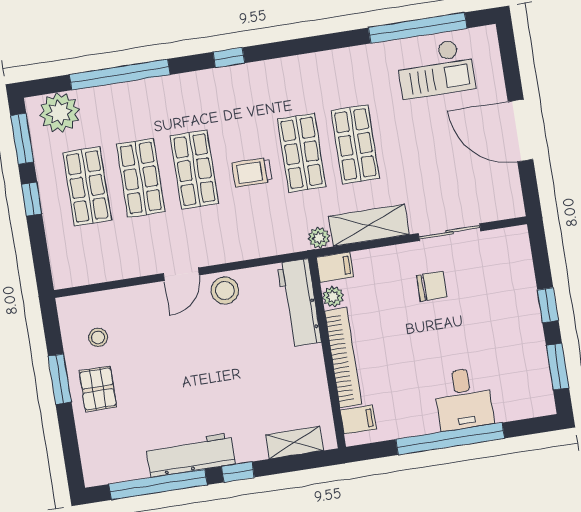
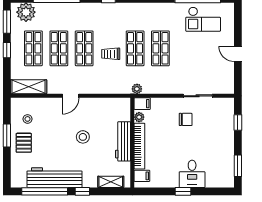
door: (520, 131) -> (238, 54), width x0.53
shelving: (369, 225) -> (29, 87), moved
stool: (225, 290) -> (83, 137), moved
workbench: (299, 303) -> (123, 141), moved
window: (548, 305) -> (238, 122), moved
window: (450, 439) -> (183, 191), width x0.32
workbench: (191, 455) -> (55, 178), width x1.36, depth x1.32

